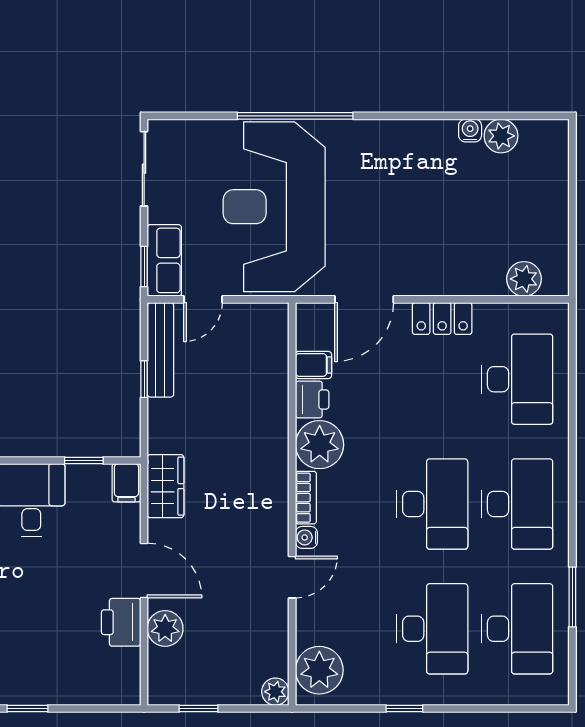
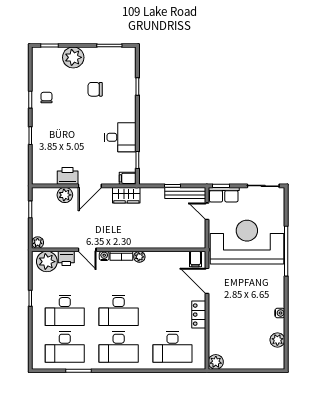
water cooler: (470, 130) -> (280, 313), moved
plant: (524, 279) -> (216, 362), moved
filing cabinet: (313, 365) -> (195, 259), moved
printer: (312, 400) -> (66, 258), moved
plant: (320, 445) -> (139, 257), width x0.53, depth x0.53

